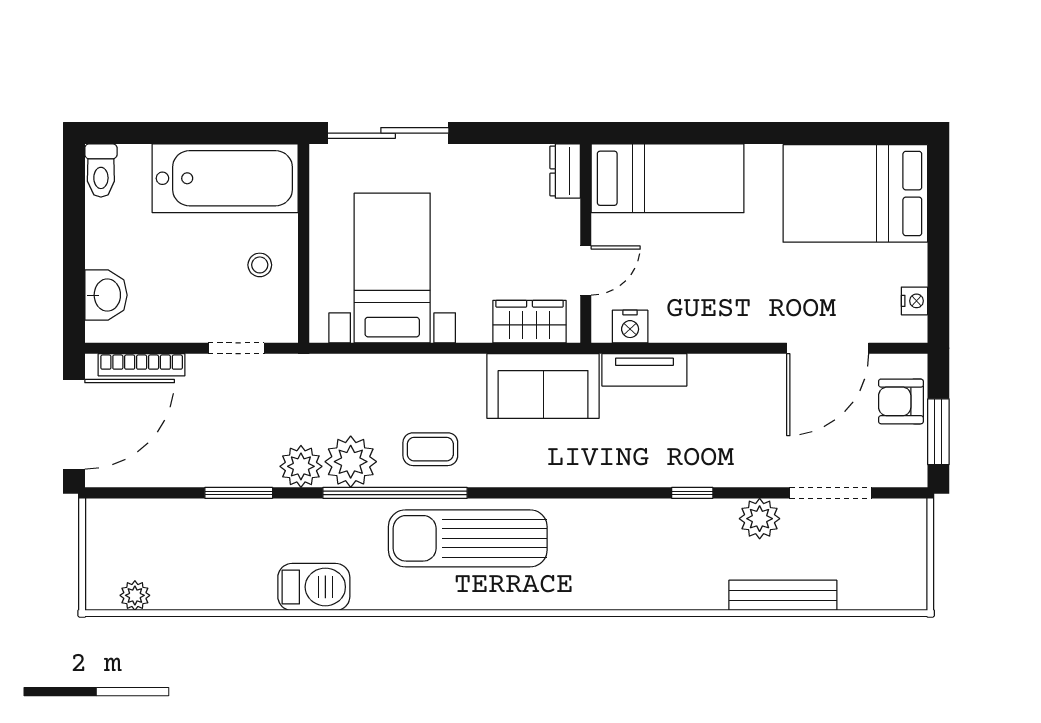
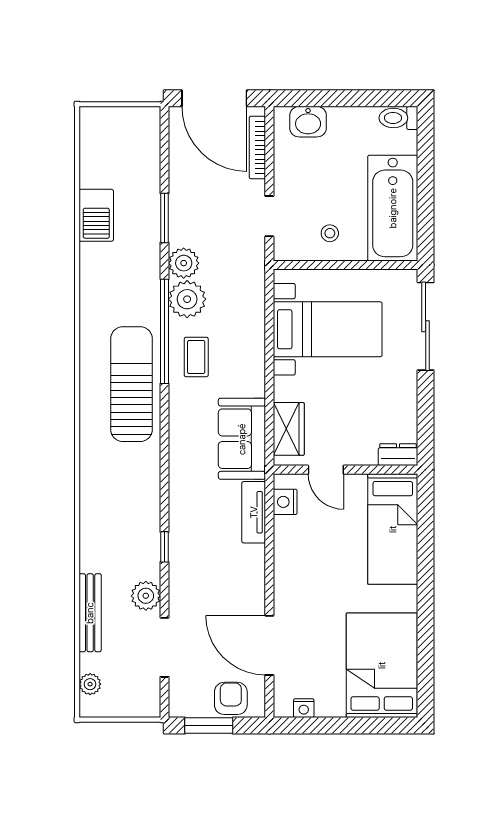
barbecue: (314, 587) -> (96, 215), moved
plant: (135, 595) -> (90, 684), moved

